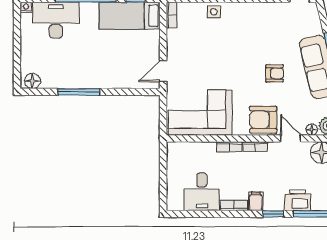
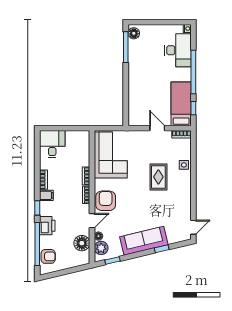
rug: (230, 47) -> (158, 177), added
door: (163, 71) -> (157, 128), moved
armchair: (275, 73) -> (139, 209), removed
window: (79, 92) -> (126, 47), moved
desk: (202, 192) -> (52, 144), moved, turned 90

